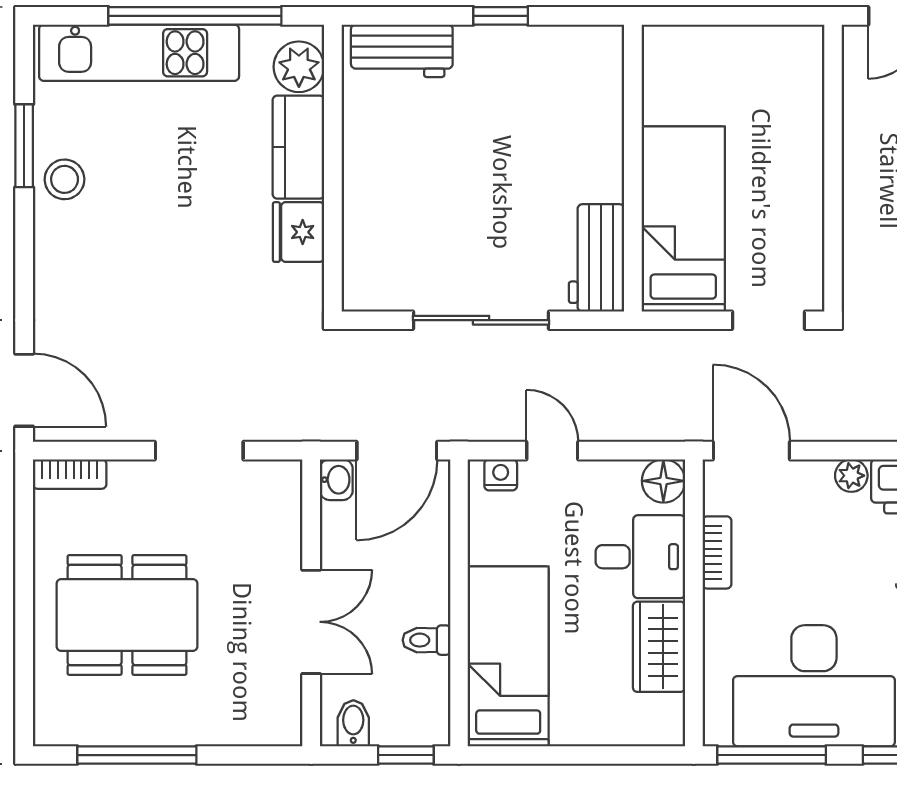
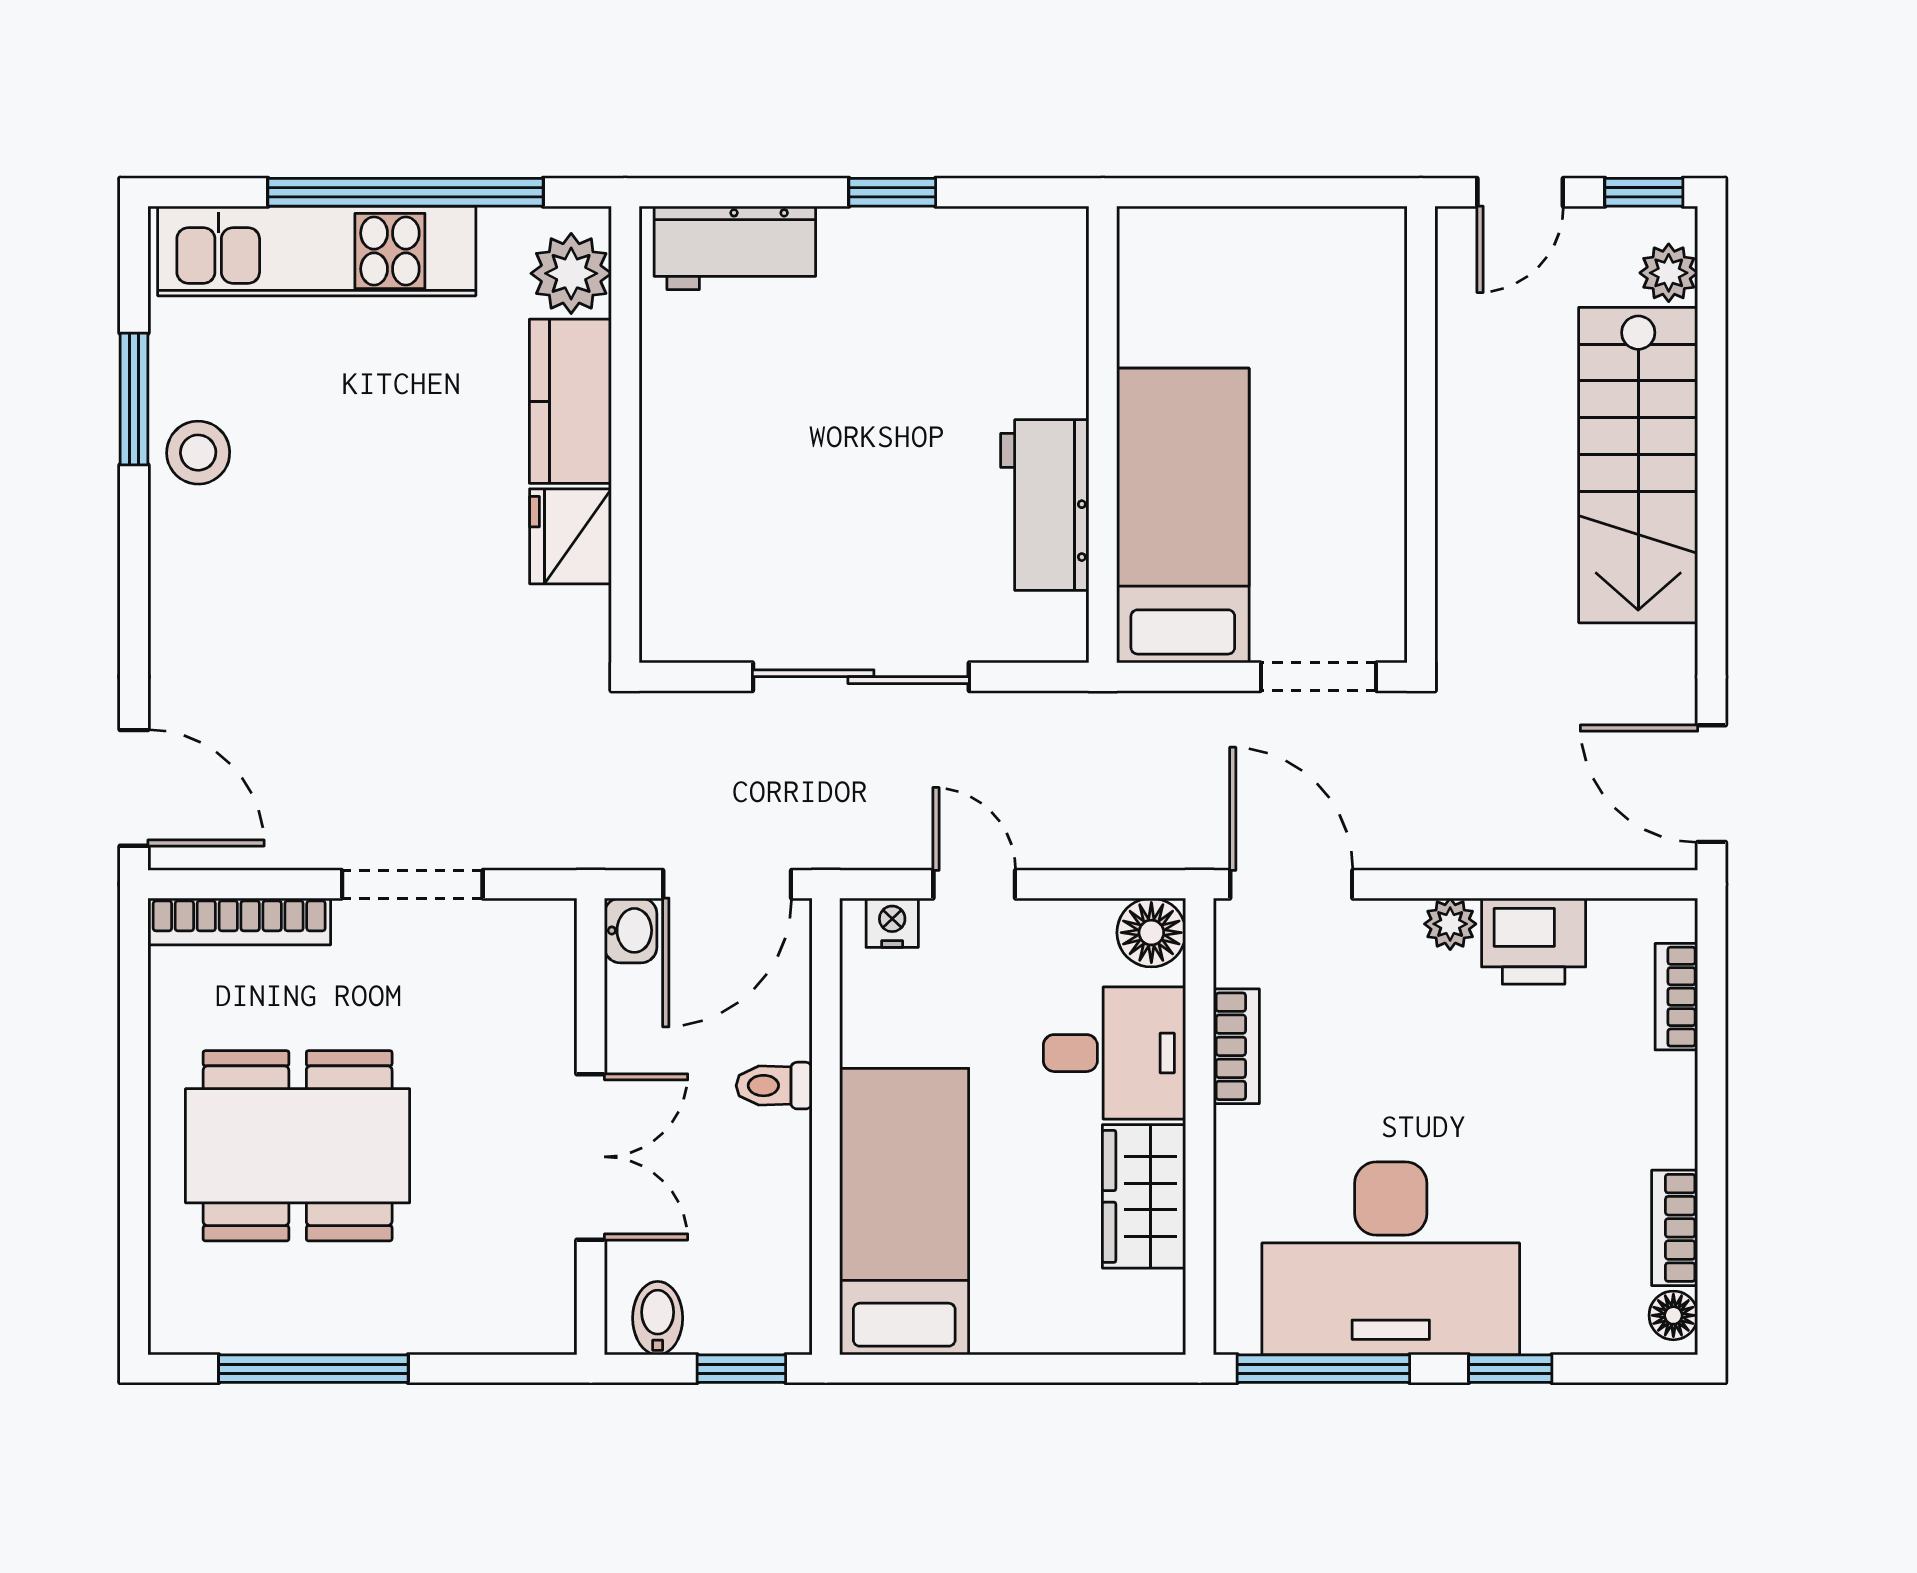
workbench: (597, 258) -> (1045, 505), moved
bookcase: (70, 474) -> (239, 922), width x1.56
toilet: (426, 640) -> (774, 1086), moved

